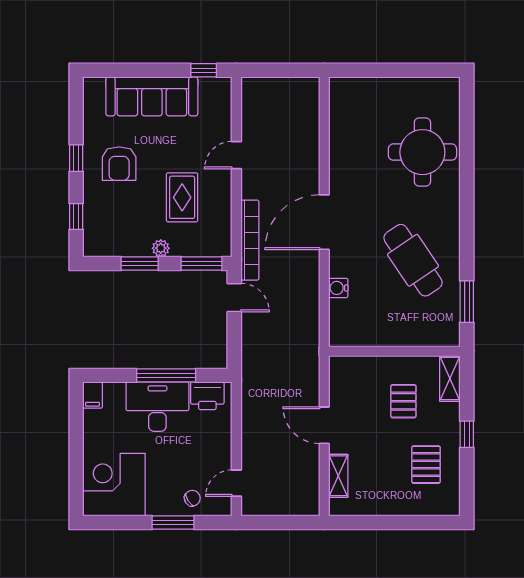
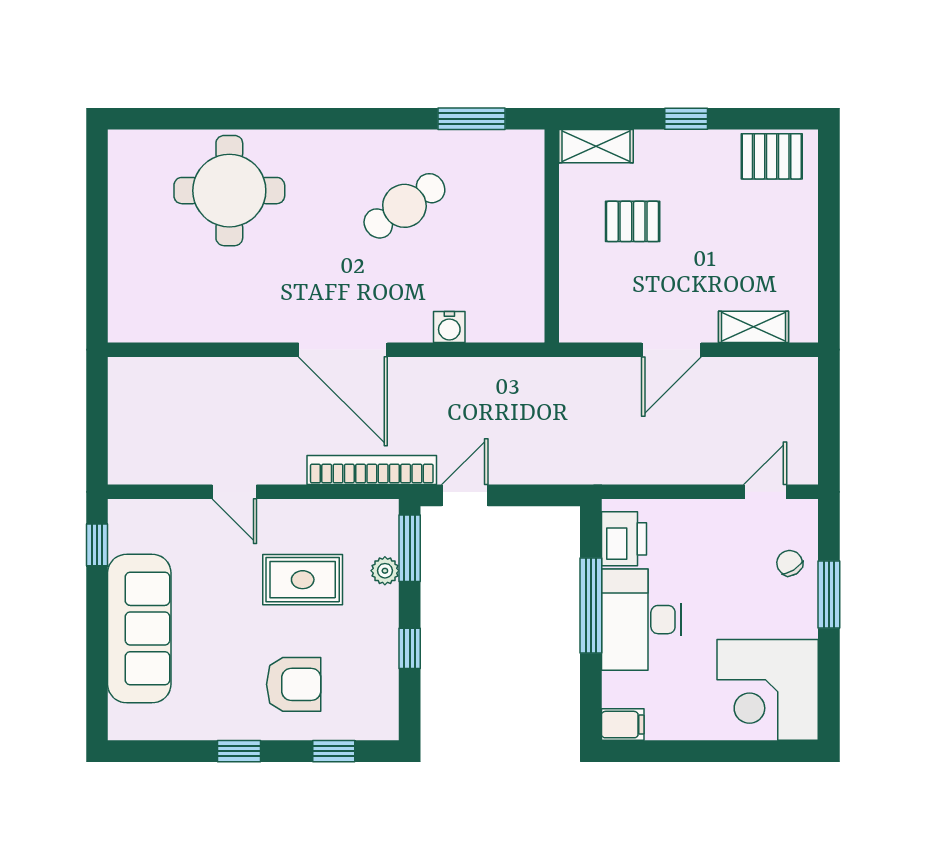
armchair: (119, 164) -> (294, 684), moved
plant: (161, 248) -> (385, 571), moved
cafe table: (413, 260) -> (404, 206), width x0.73, depth x0.74
window: (140, 263) -> (410, 648), width x0.67
pallet: (426, 465) -> (772, 156), moved
door: (236, 483) -> (765, 492), swing flipped

